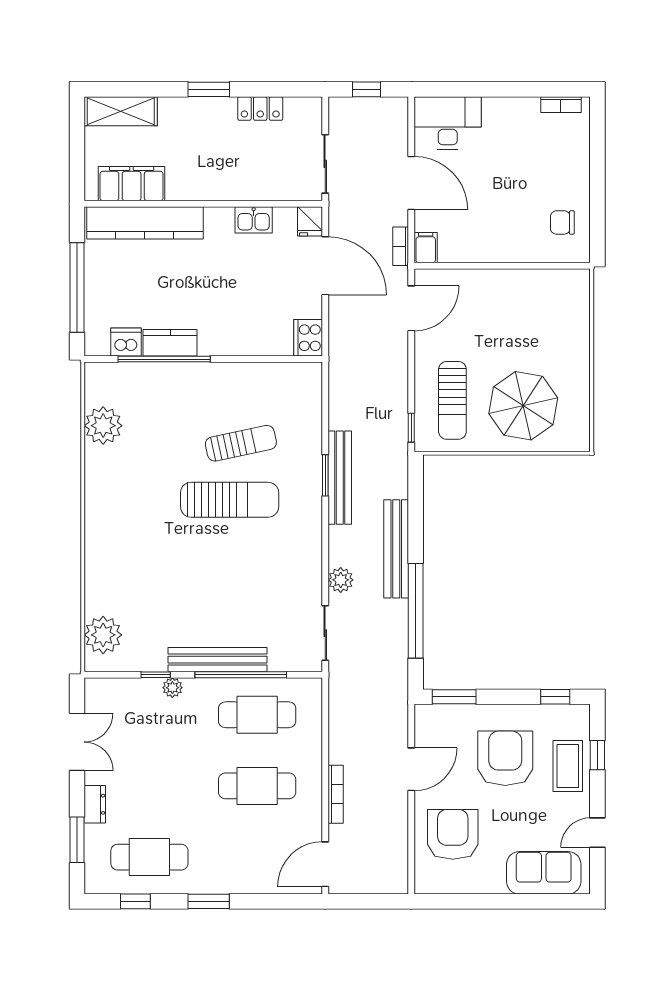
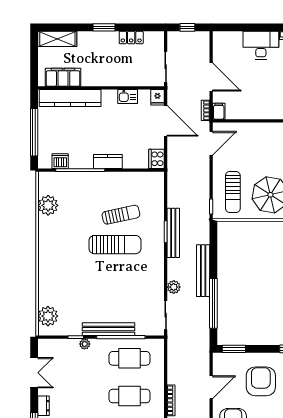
desk: (448, 123) -> (261, 45), moved
kitchen counter: (170, 343) -> (108, 161), moved

